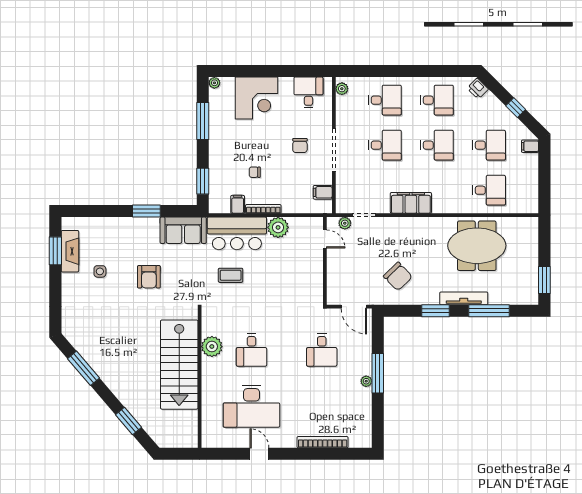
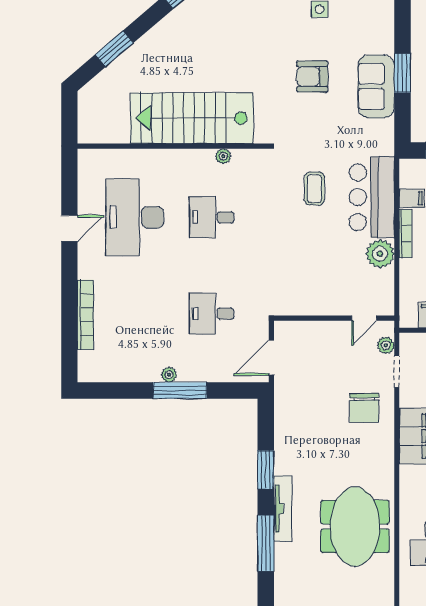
sofa: (183, 230) -> (376, 86), moved
chair: (398, 276) -> (364, 408), moved, turned -46
plant: (212, 347) -> (223, 156), width x0.53, depth x0.53

